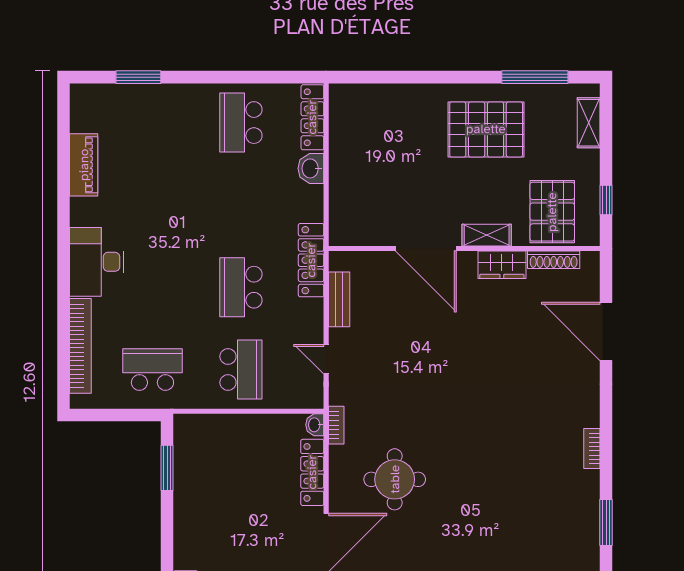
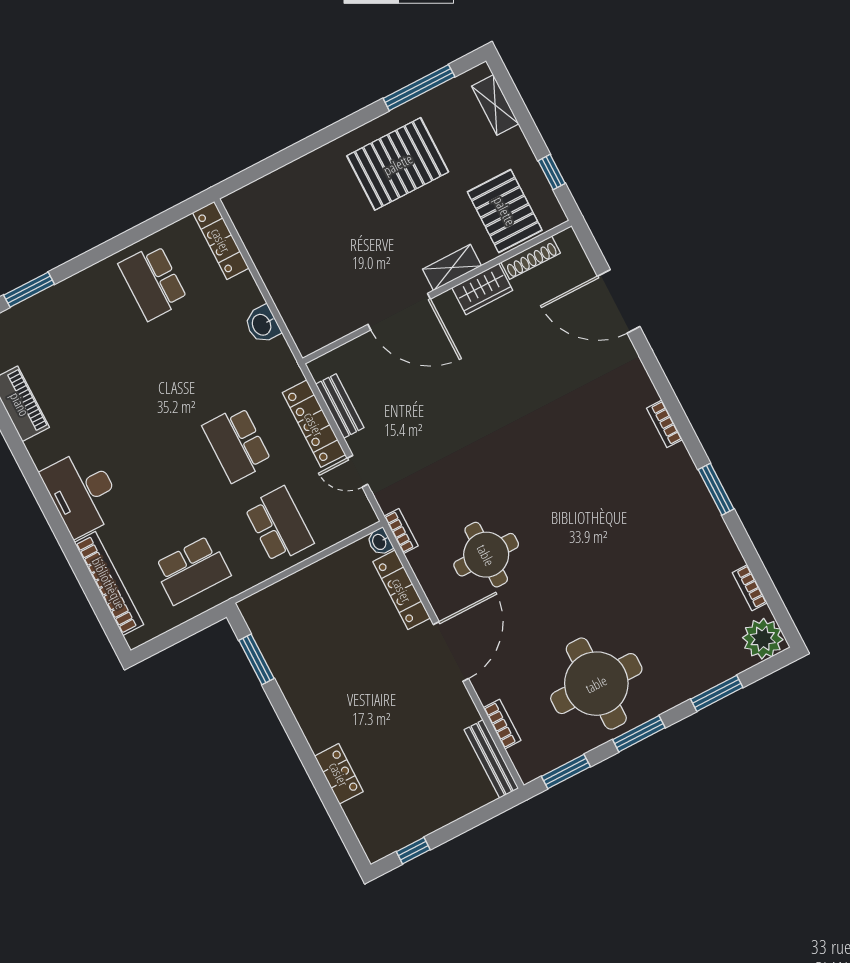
washbasin: (311, 168) -> (262, 324), moved
locker: (311, 260) -> (314, 424), moved
school desk: (152, 370) -> (192, 570), turned 180

